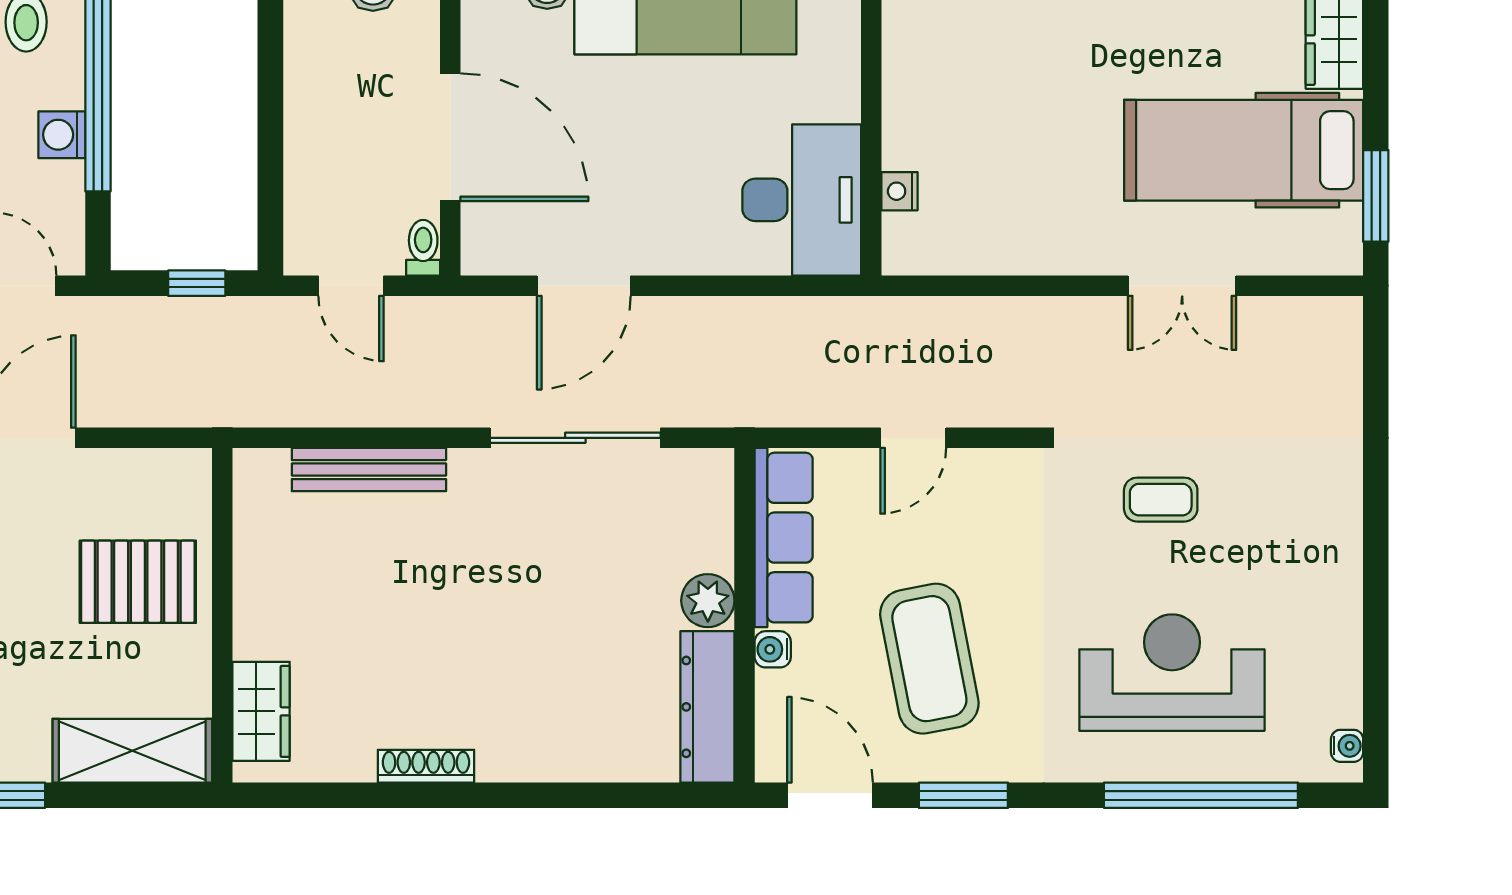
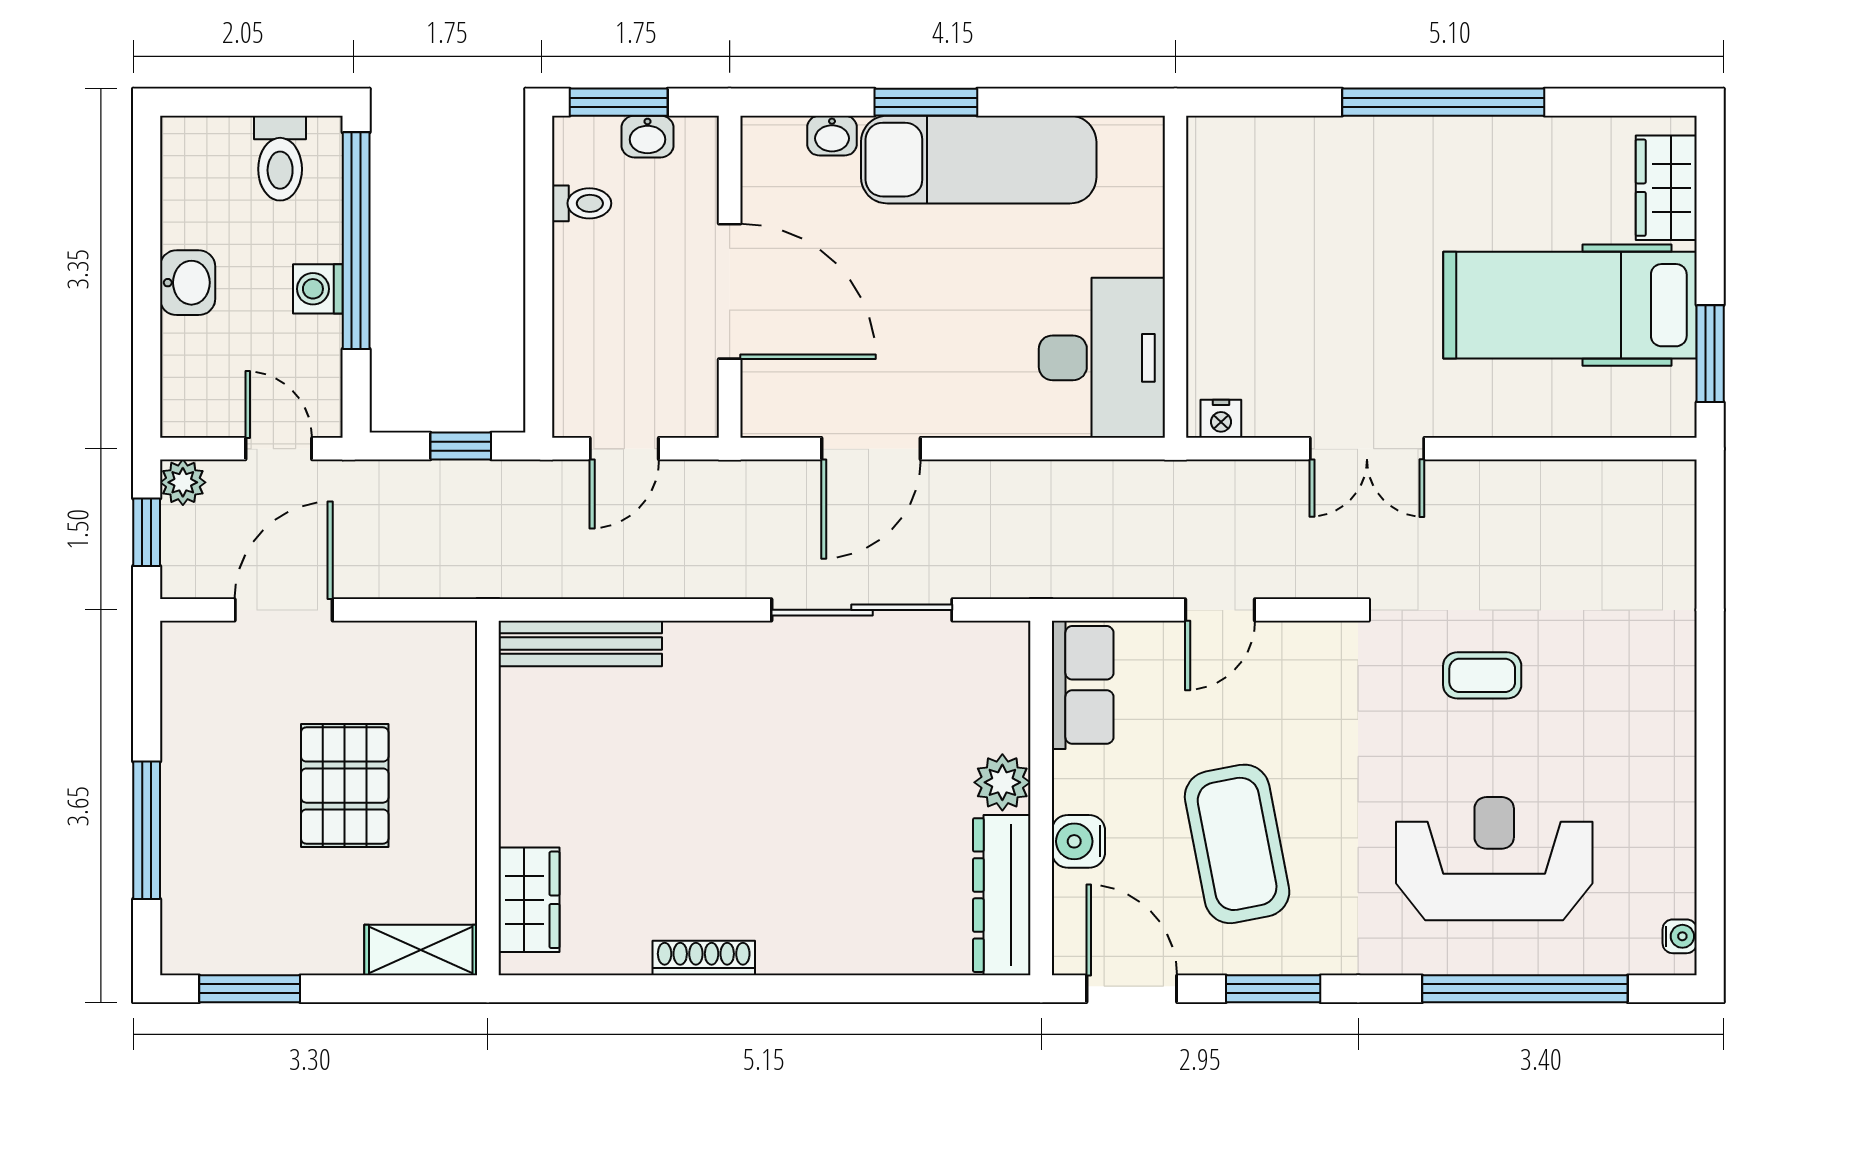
nightstand: (899, 191) -> (1221, 419), moved, turned -90
toilet: (423, 248) -> (582, 203), moved, turned 90
door: (351, 286) -> (624, 449), hinge flipped
double door: (1182, 286) -> (1367, 449), moved
bench: (369, 470) -> (580, 644), moved
row of seats: (784, 538) -> (1083, 685), width x0.68
pallet: (138, 582) -> (345, 786), moved, turned 90
water cooler: (773, 649) -> (1078, 841), width x1.38, depth x1.38
shelving: (132, 751) -> (421, 950), width x0.67, depth x0.75

